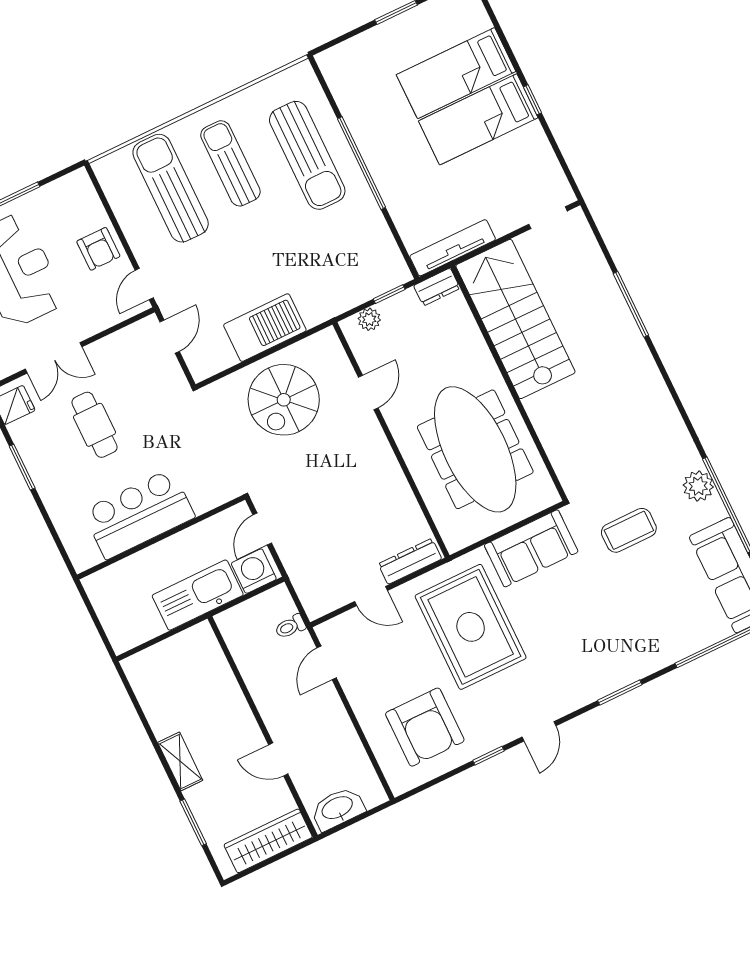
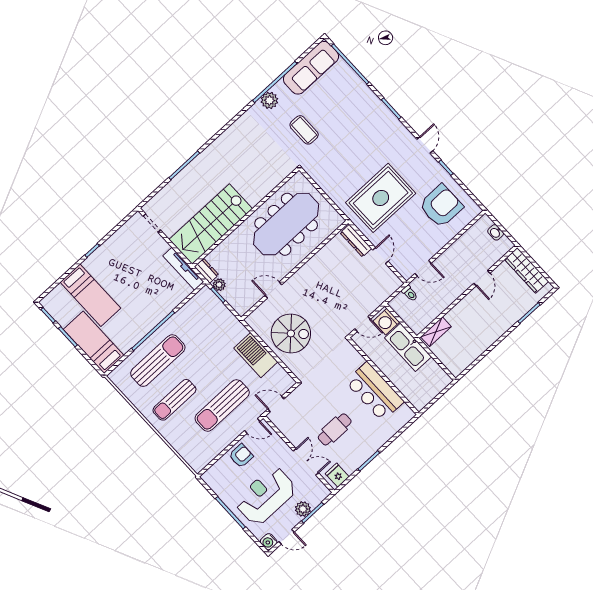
bed: (478, 119) -> (94, 342), moved, turned 180
sun lounger: (171, 188) -> (222, 405), moved
plant: (369, 319) -> (219, 285), moved
sofa: (531, 548) -> (329, 179), removed
door: (539, 731) -> (425, 145), hinge flipped
shelving: (180, 761) -> (436, 332), moved
washbasin: (338, 808) -> (496, 232), width x0.52, depth x0.69

